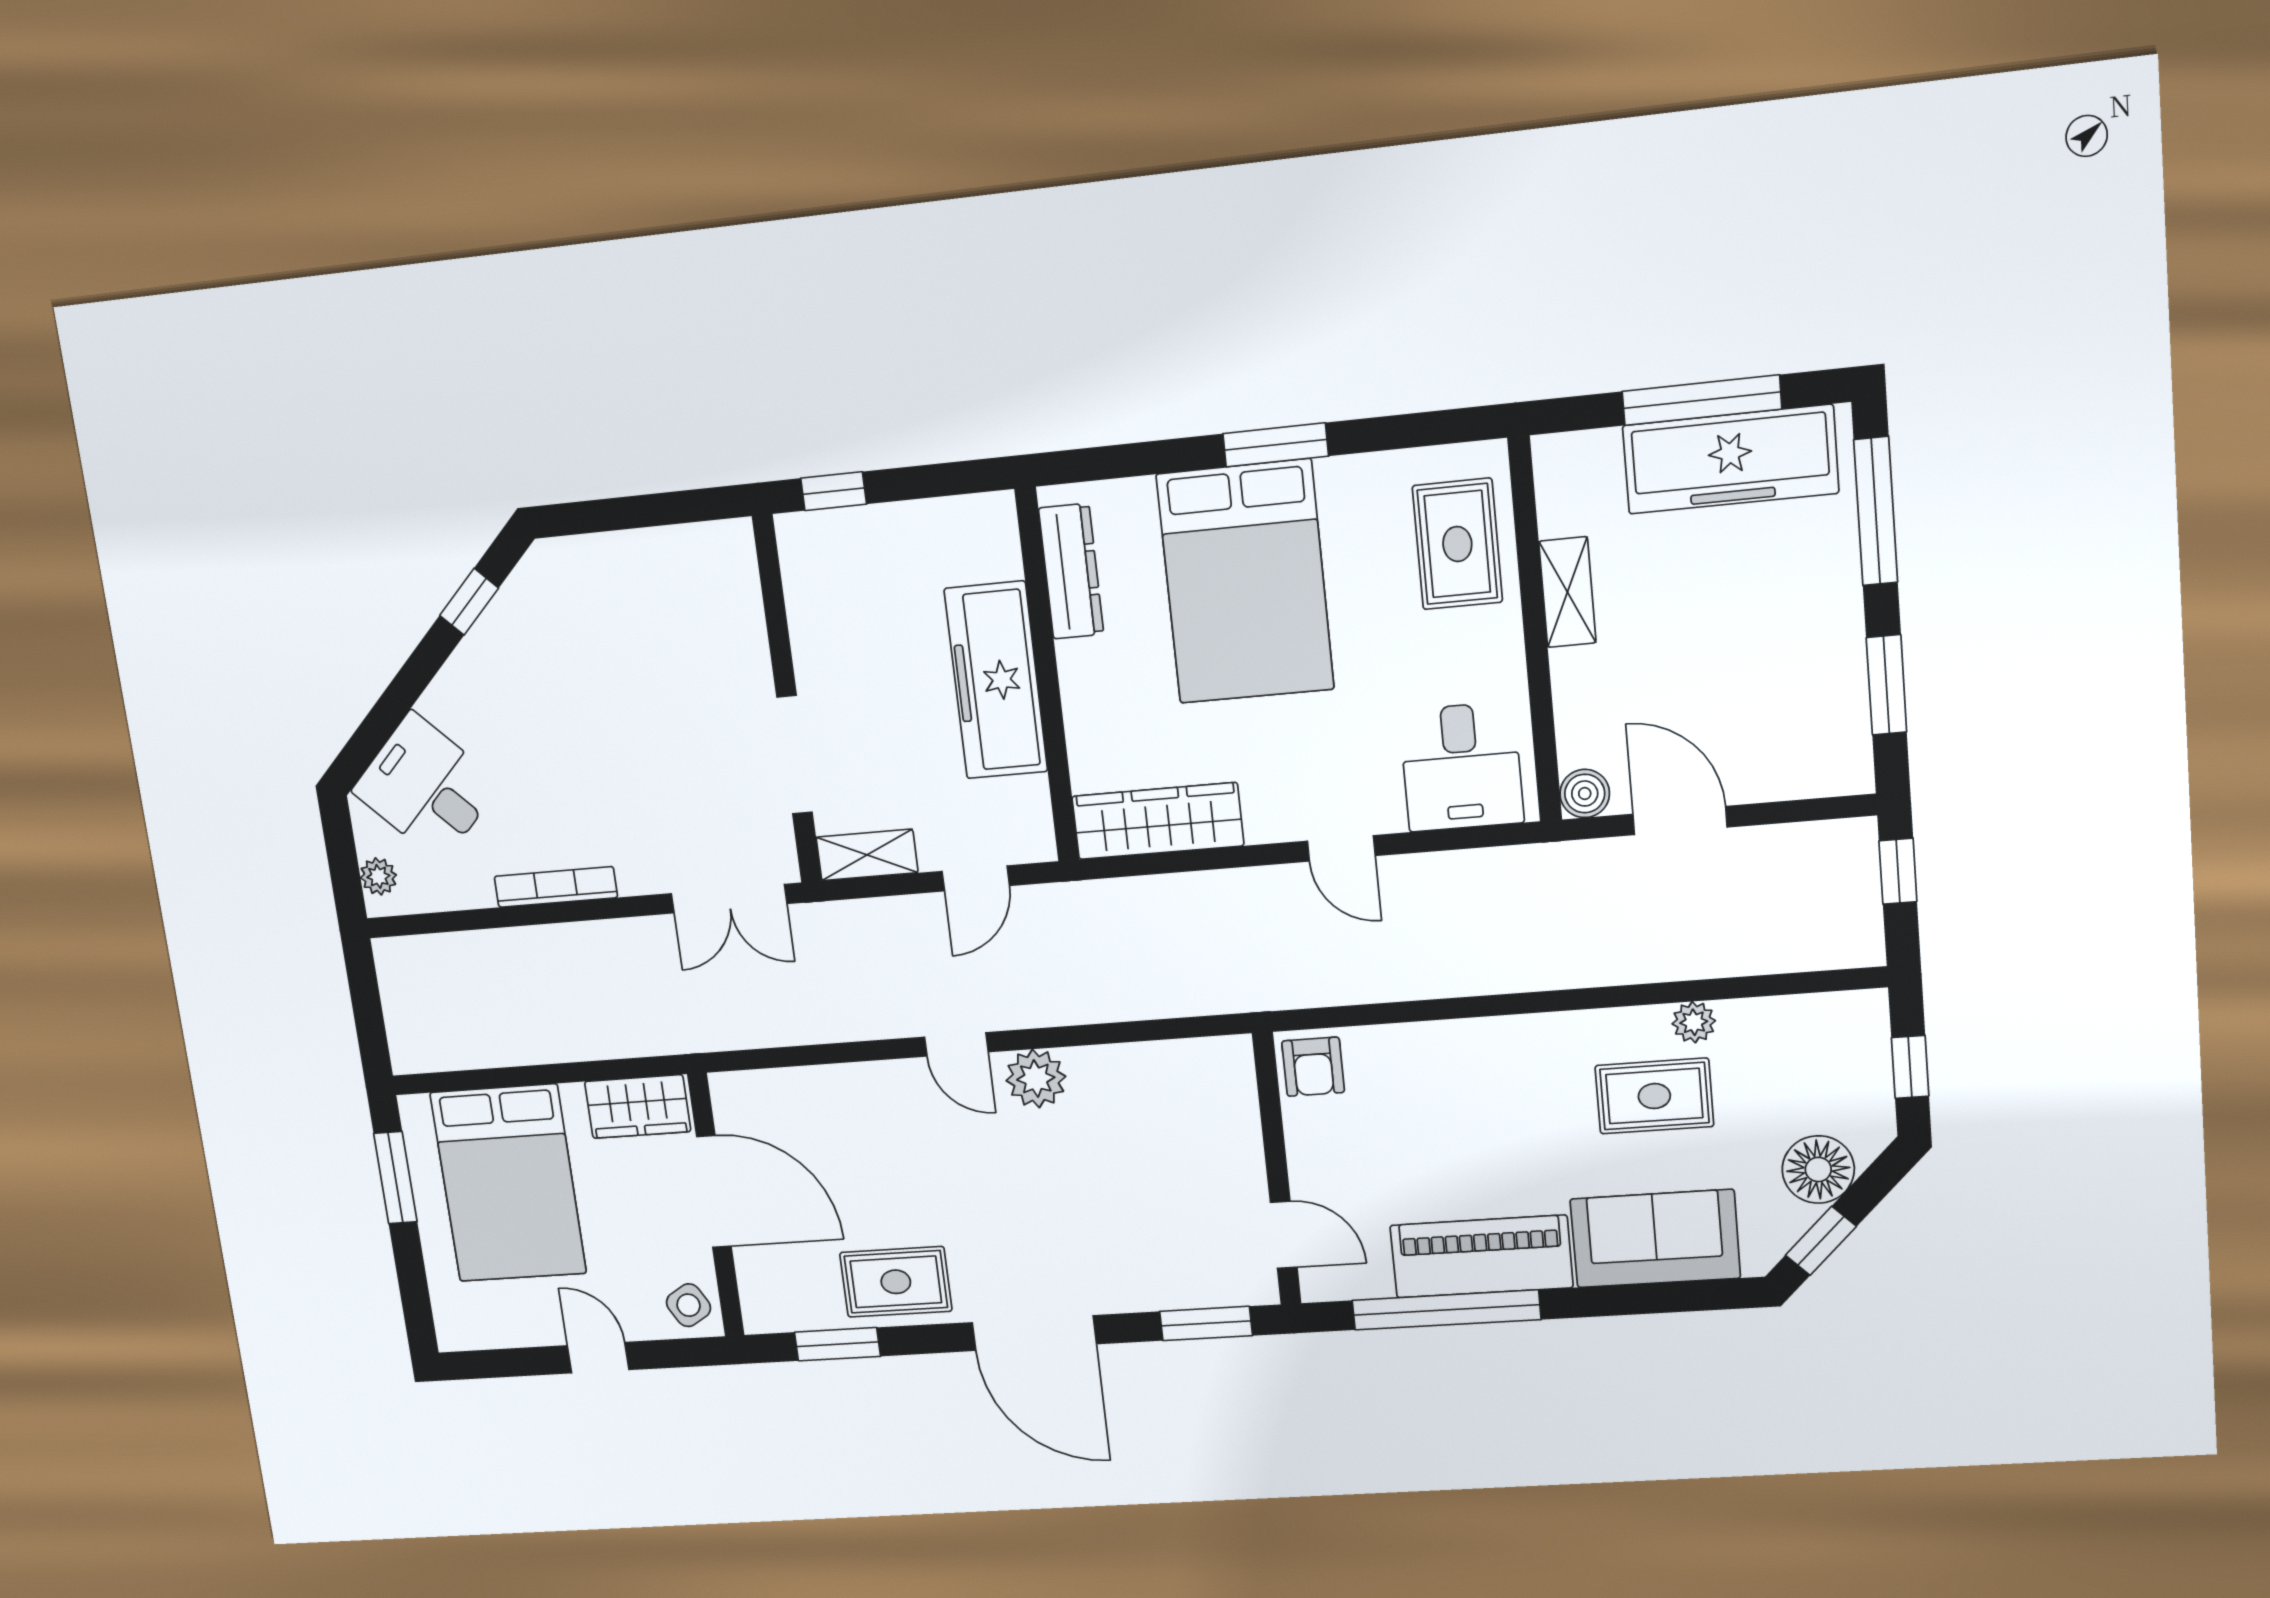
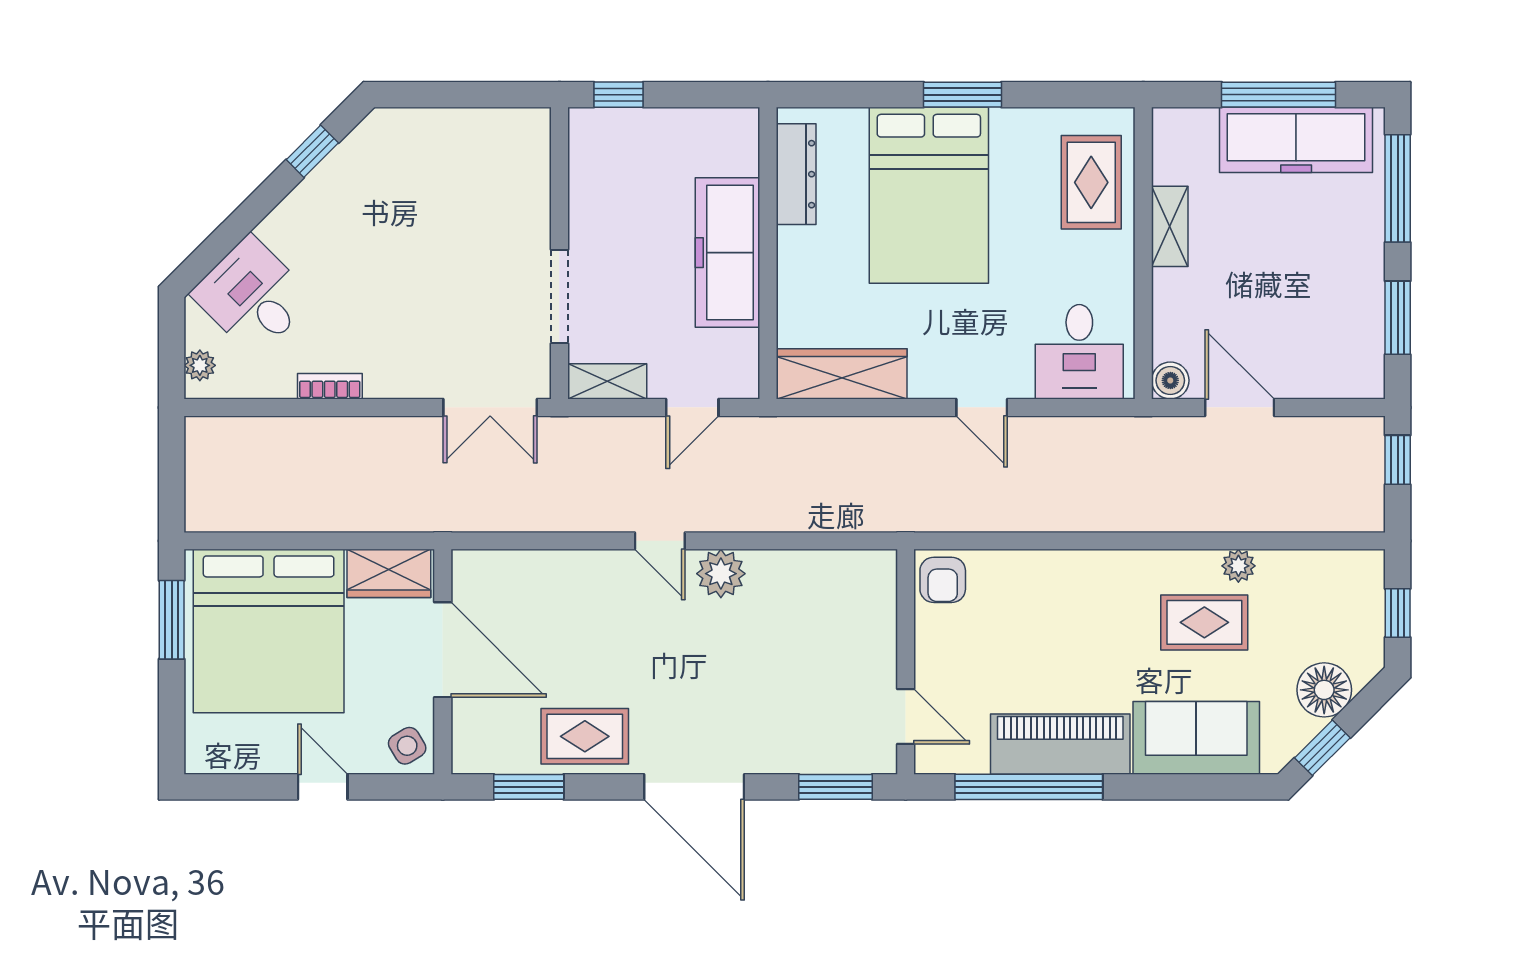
bookcase: (556, 887) -> (330, 386), width x0.64
bed: (508, 1183) -> (269, 631), width x1.36

